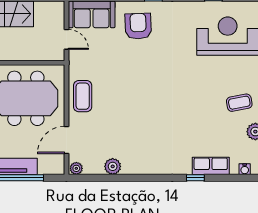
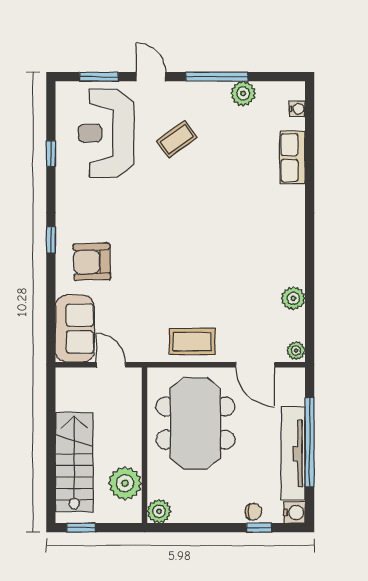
door: (66, 39) -> (111, 365), hinge flipped
coffee table: (239, 103) -> (177, 139), moved, turned 65
window: (195, 178) -> (310, 180), removed

